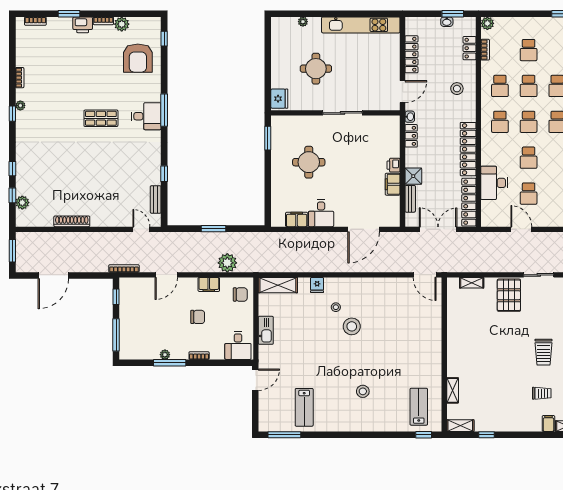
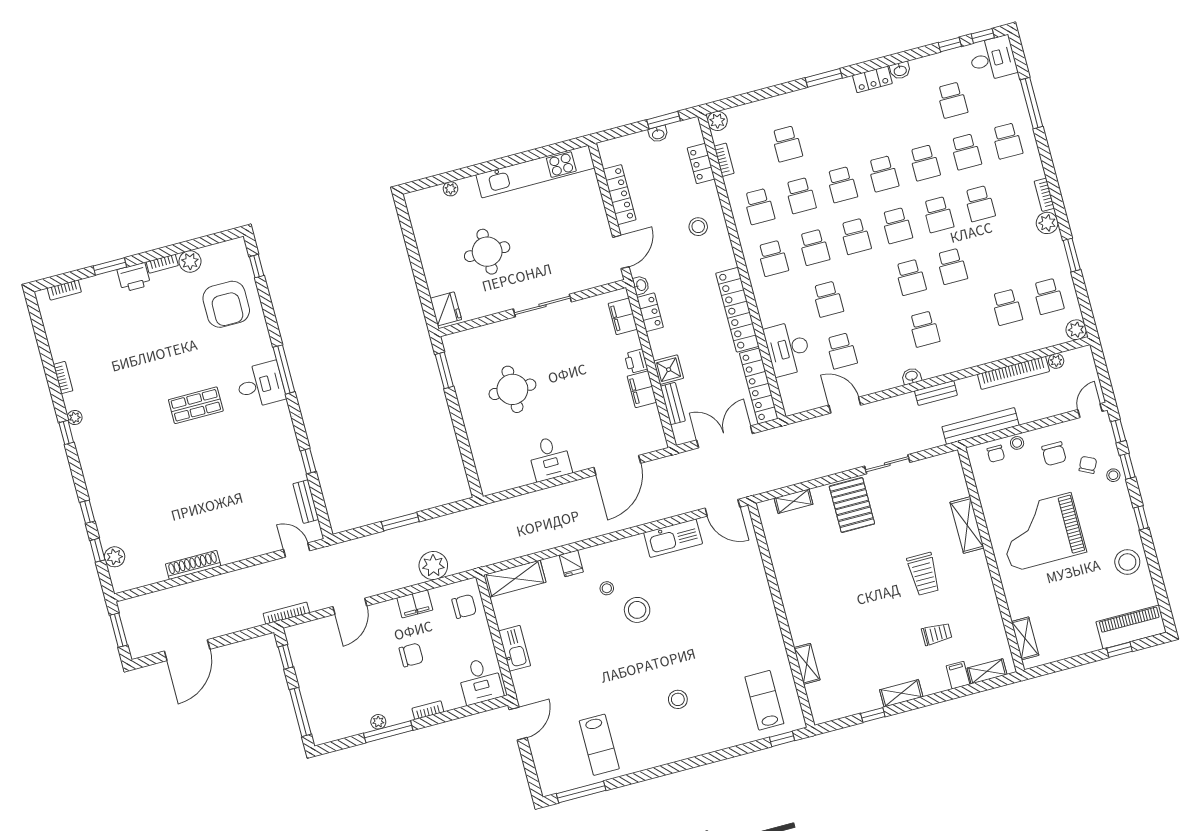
filing cabinet: (297, 219) -> (623, 316), moved, turned -90
kitchen sink: (387, 286) -> (673, 538), added
shelving: (460, 426) -> (901, 693), moved

